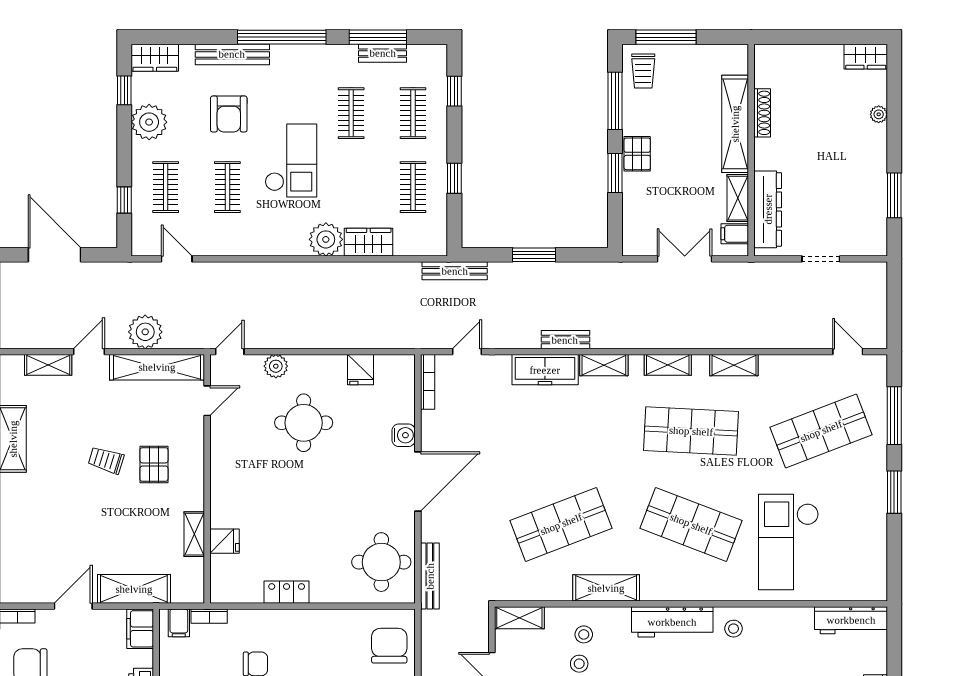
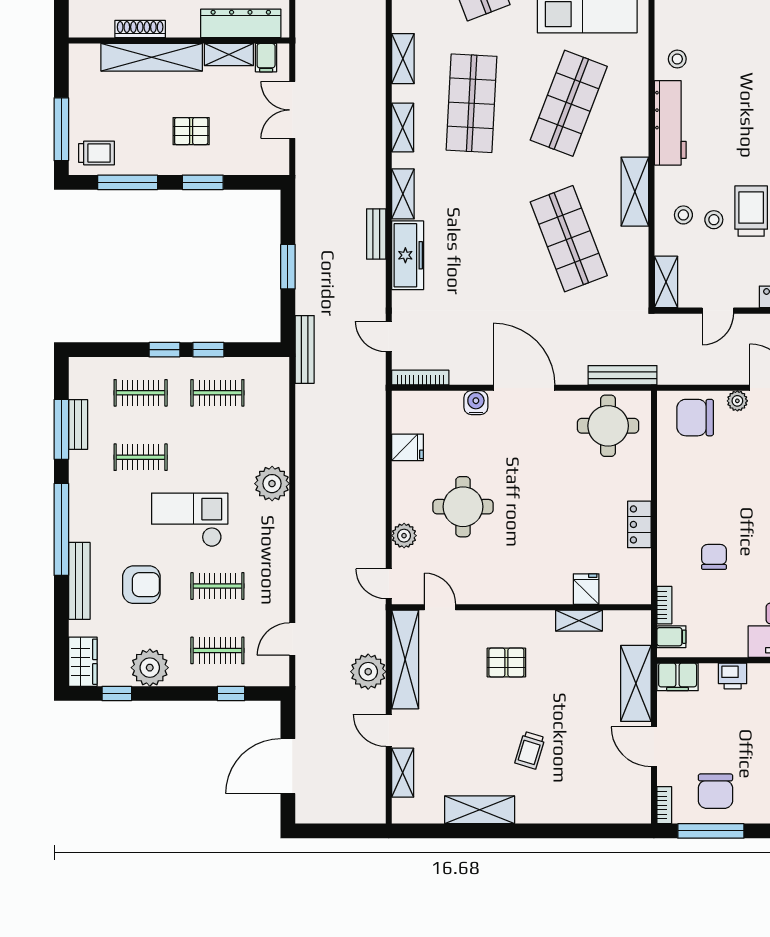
window: (454, 91) -> (164, 350), moved
pallet: (637, 154) -> (191, 131), moved
wardrobe: (369, 242) -> (275, 439), removed
trolley: (106, 460) -> (530, 750), moved

